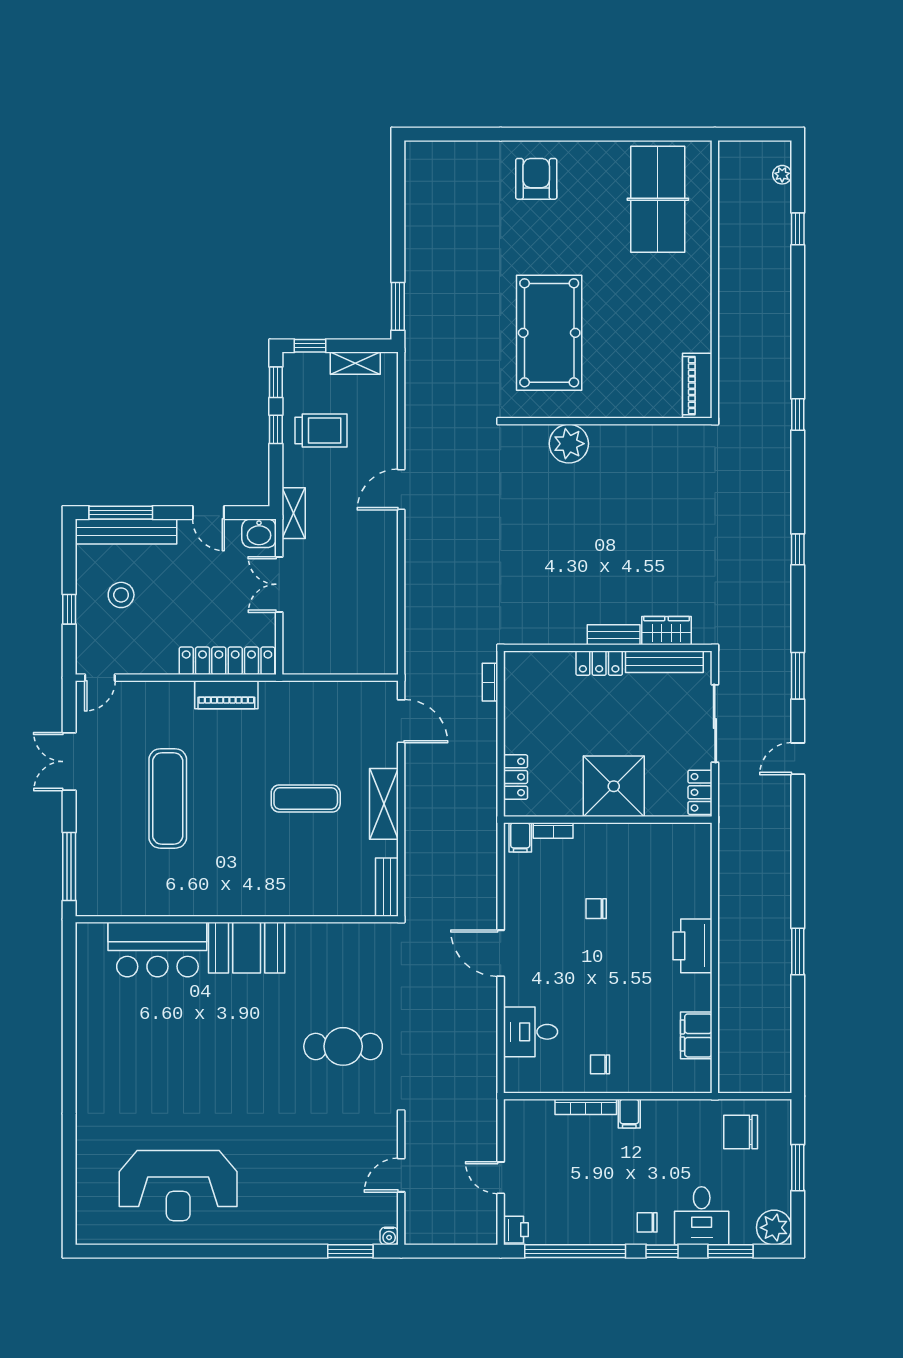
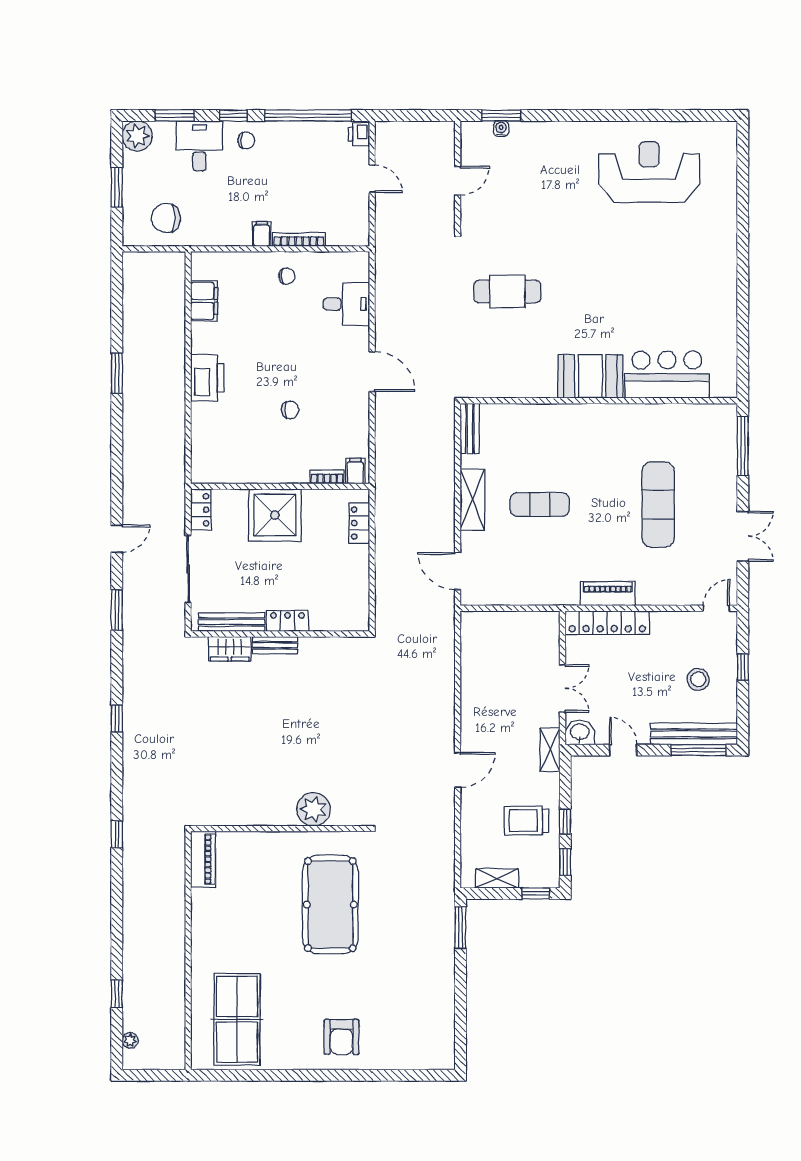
bookcase: (490, 682) -> (381, 604), removed
chair: (741, 1132) -> (166, 218), turned 180
water cooler: (389, 1236) -> (501, 129), moved

